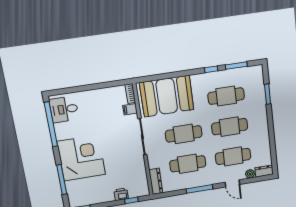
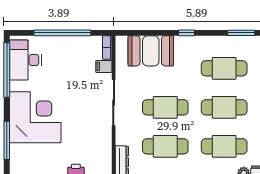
window: (211, 69) -> (186, 33), moved
window: (91, 87) -> (62, 33), added
booth: (167, 96) -> (151, 51), width x0.73, depth x0.70
desk: (64, 109) -> (25, 60), width x1.37

